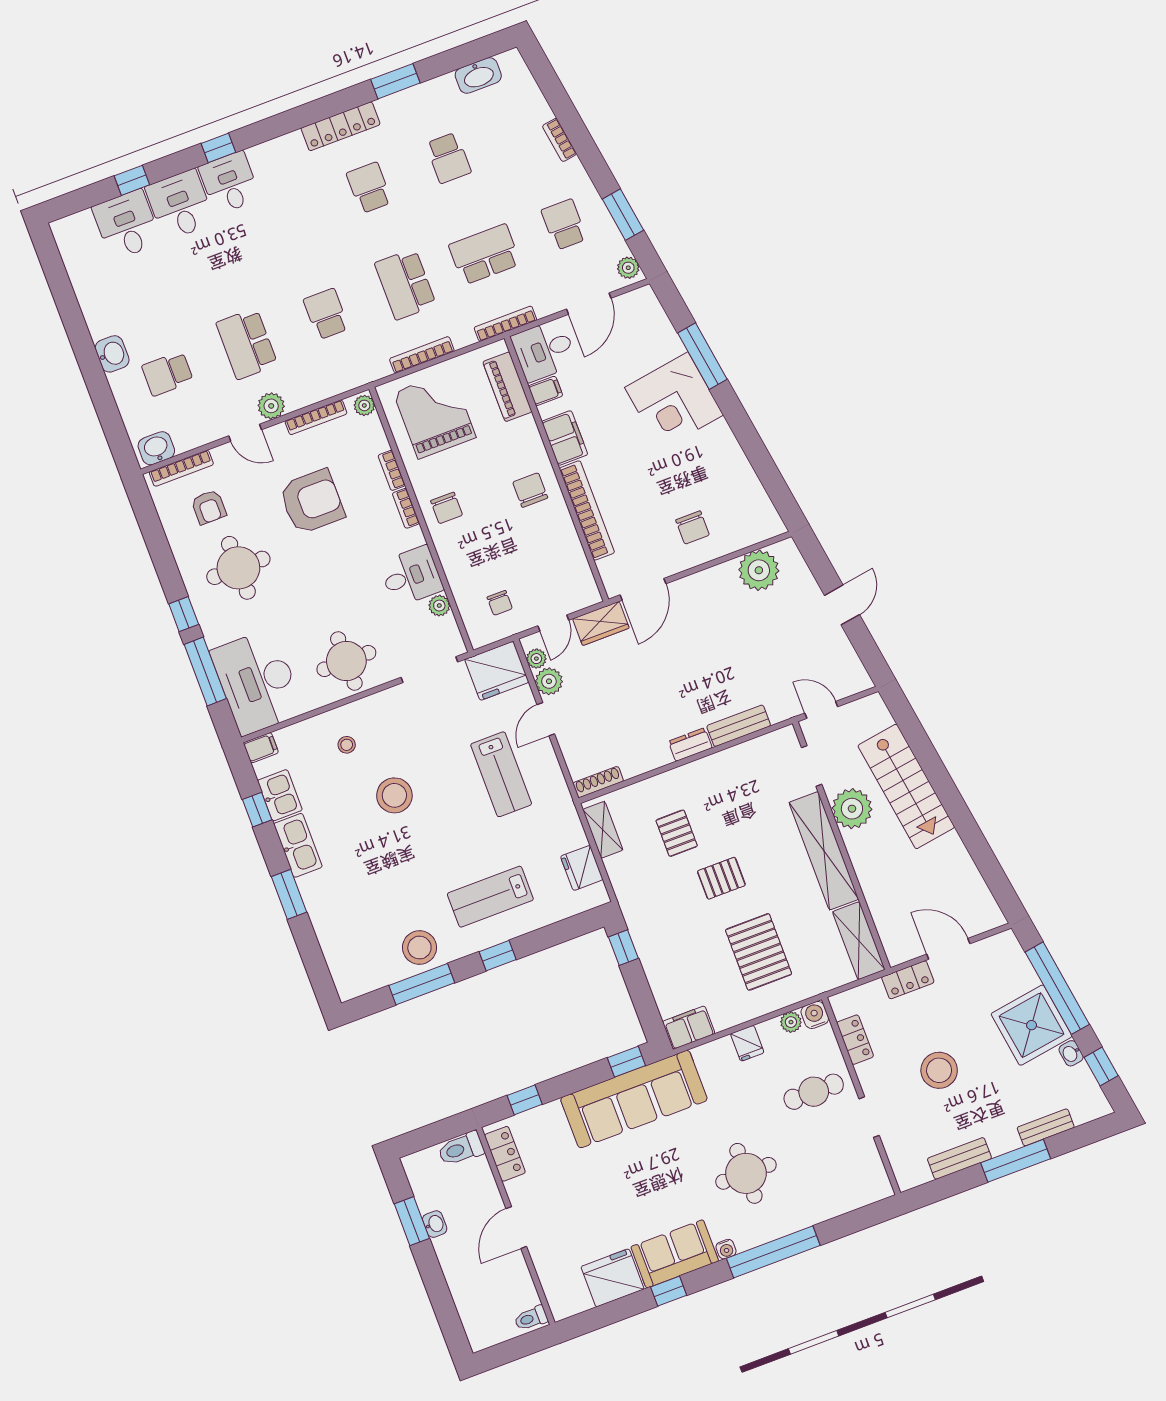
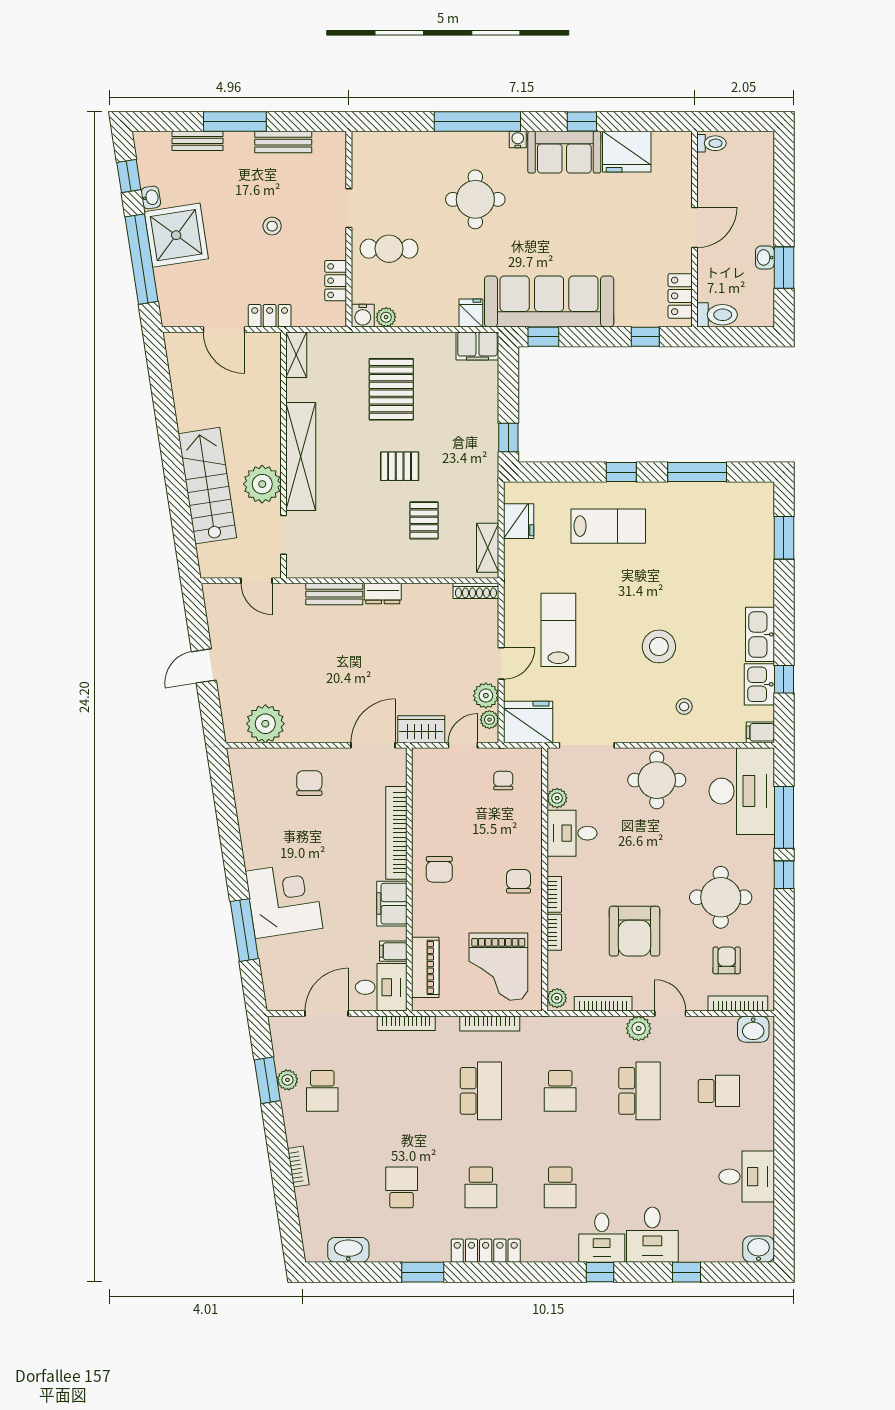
desk: (127, 225) -> (747, 1177), moved, turned -90
school desk: (485, 254) -> (560, 1187), moved, width x0.54
plant: (628, 268) -> (287, 1080), moved
washbasin: (112, 354) -> (759, 1249), moved, turned 90
armchair: (312, 502) -> (634, 931), turned -90
window: (289, 894) -> (784, 538), moved
shelving: (859, 941) -> (296, 355), width x0.67, depth x0.75
stool: (419, 948) -> (687, 505), removed
fridge: (747, 1043) -> (471, 313), moved
stool: (939, 1070) -> (272, 226), width x0.53, depth x0.53

